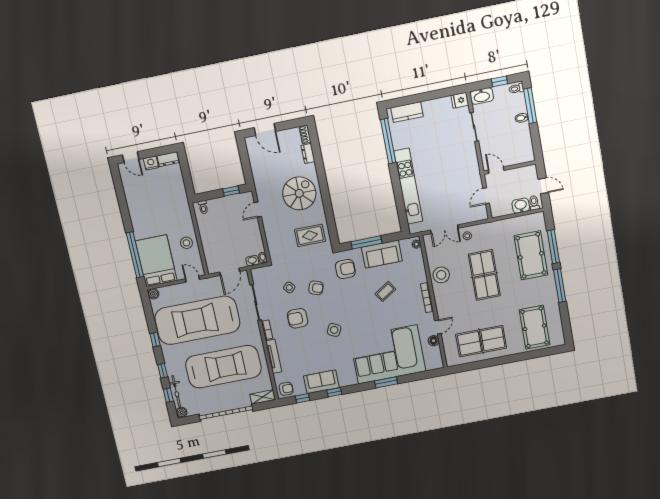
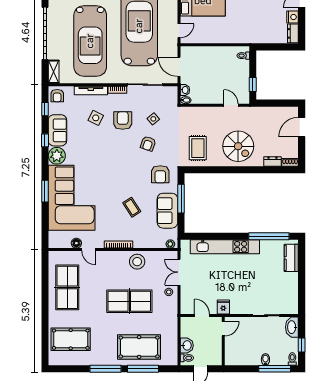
fridge: (460, 100) -> (223, 307), moved
stool: (186, 243) -> (214, 33), removed
side table: (334, 330) -> (96, 118), moved
plant: (347, 377) -> (57, 156), added

